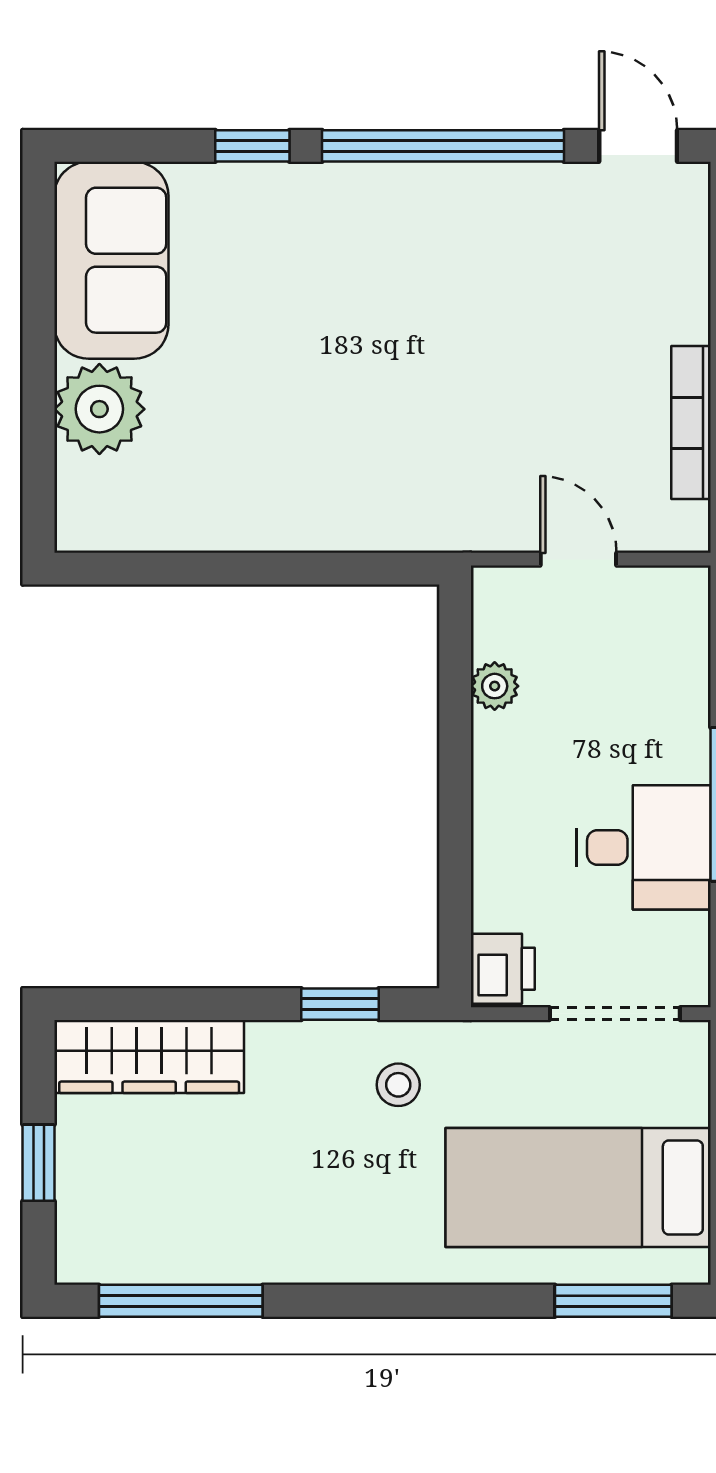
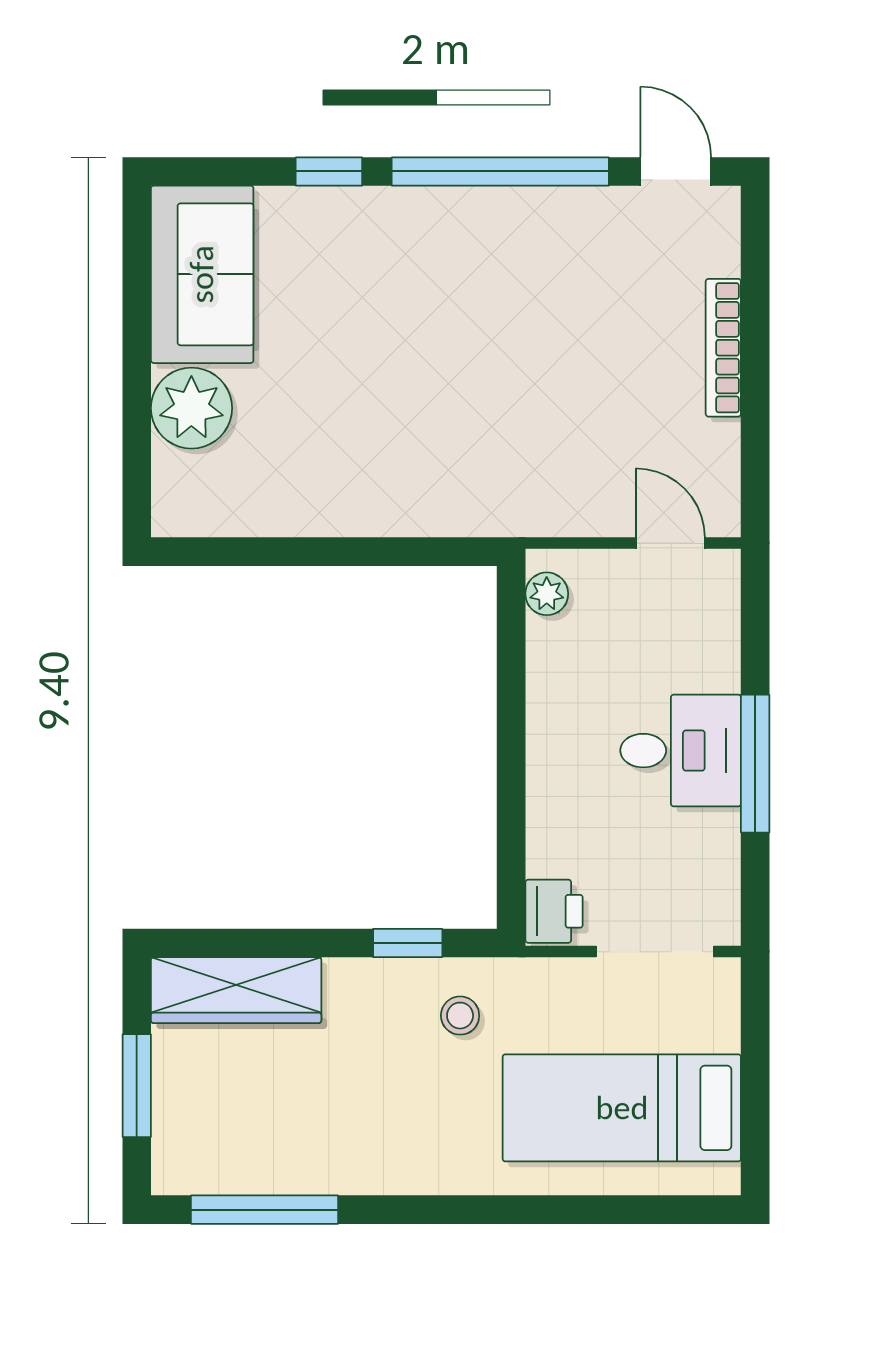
bookcase: (691, 423) -> (723, 348), moved
door: (578, 559) -> (670, 543), moved
plant: (495, 686) -> (547, 594), moved
desk: (644, 847) -> (681, 751), moved
window: (39, 1163) -> (137, 1086), width x1.50
window: (613, 1301) -> (653, 1210), removed

